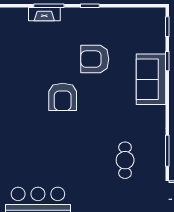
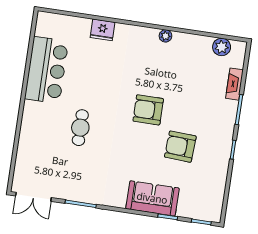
fireplace: (44, 14) -> (234, 84), moved
armchair: (95, 59) -> (180, 147), turned -87
cafe table: (125, 160) -> (80, 128), moved, turned 90

